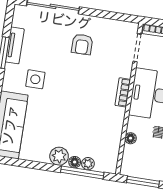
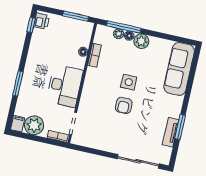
armchair: (82, 44) -> (124, 105), moved, turned 180
side table: (35, 79) -> (129, 82), moved
bookcase: (123, 92) -> (94, 55), moved

